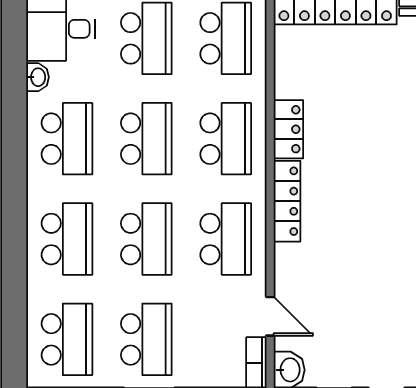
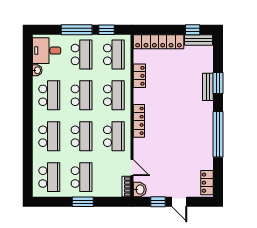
locker: (288, 129) -> (139, 76), moved

